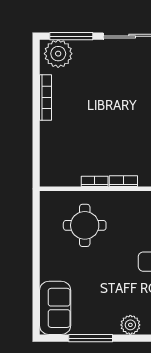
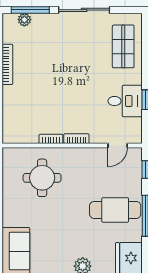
plant: (58, 54) -> (24, 20), width x0.53, depth x0.53

